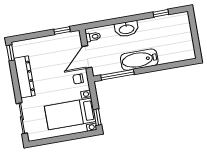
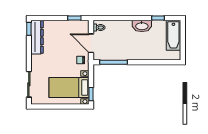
washbasin: (126, 29) -> (142, 26), moved
door: (87, 57) -> (91, 43), hinge flipped
bathtub: (139, 60) -> (173, 35), moved, turned -90
dresser: (25, 77) -> (37, 37), moved

